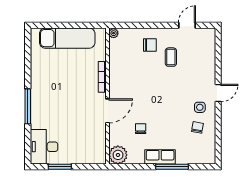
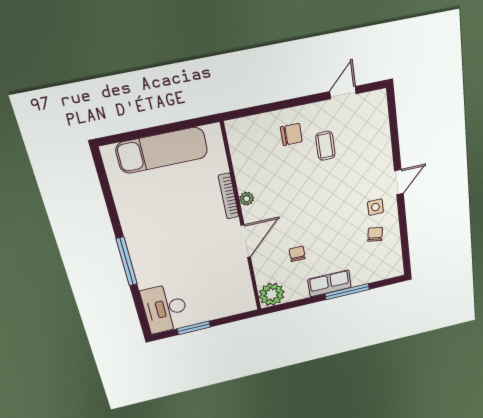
plant: (114, 33) -> (247, 199), moved

